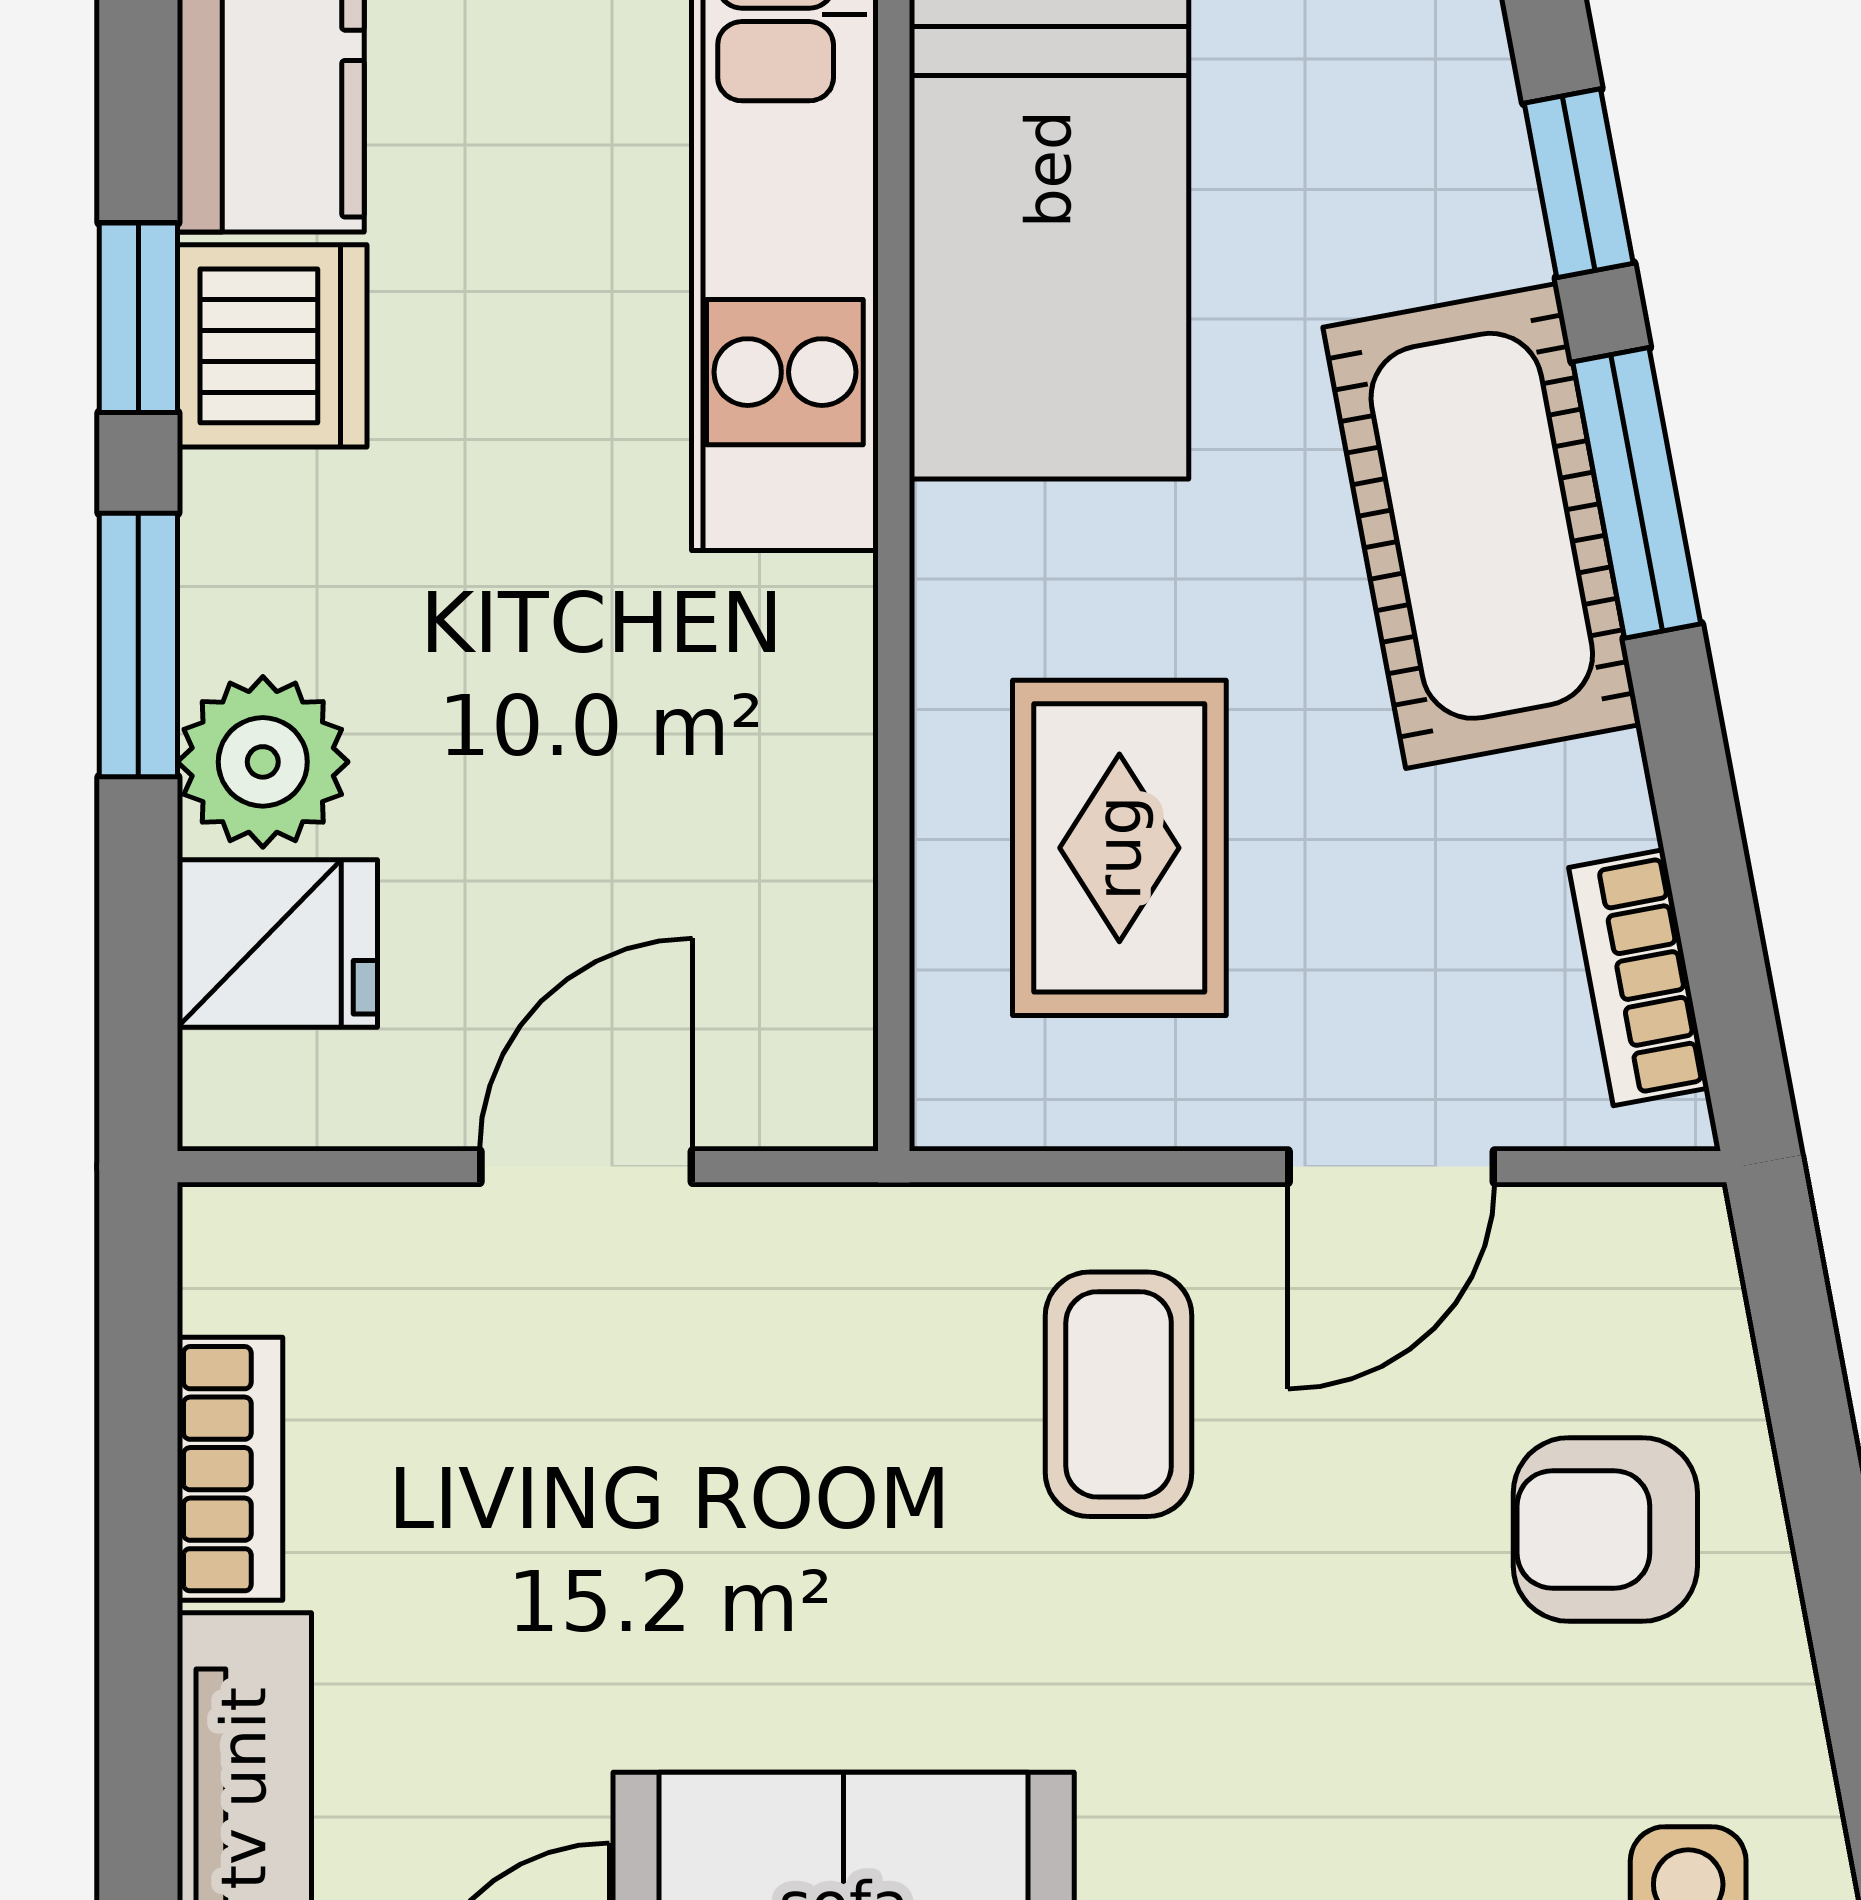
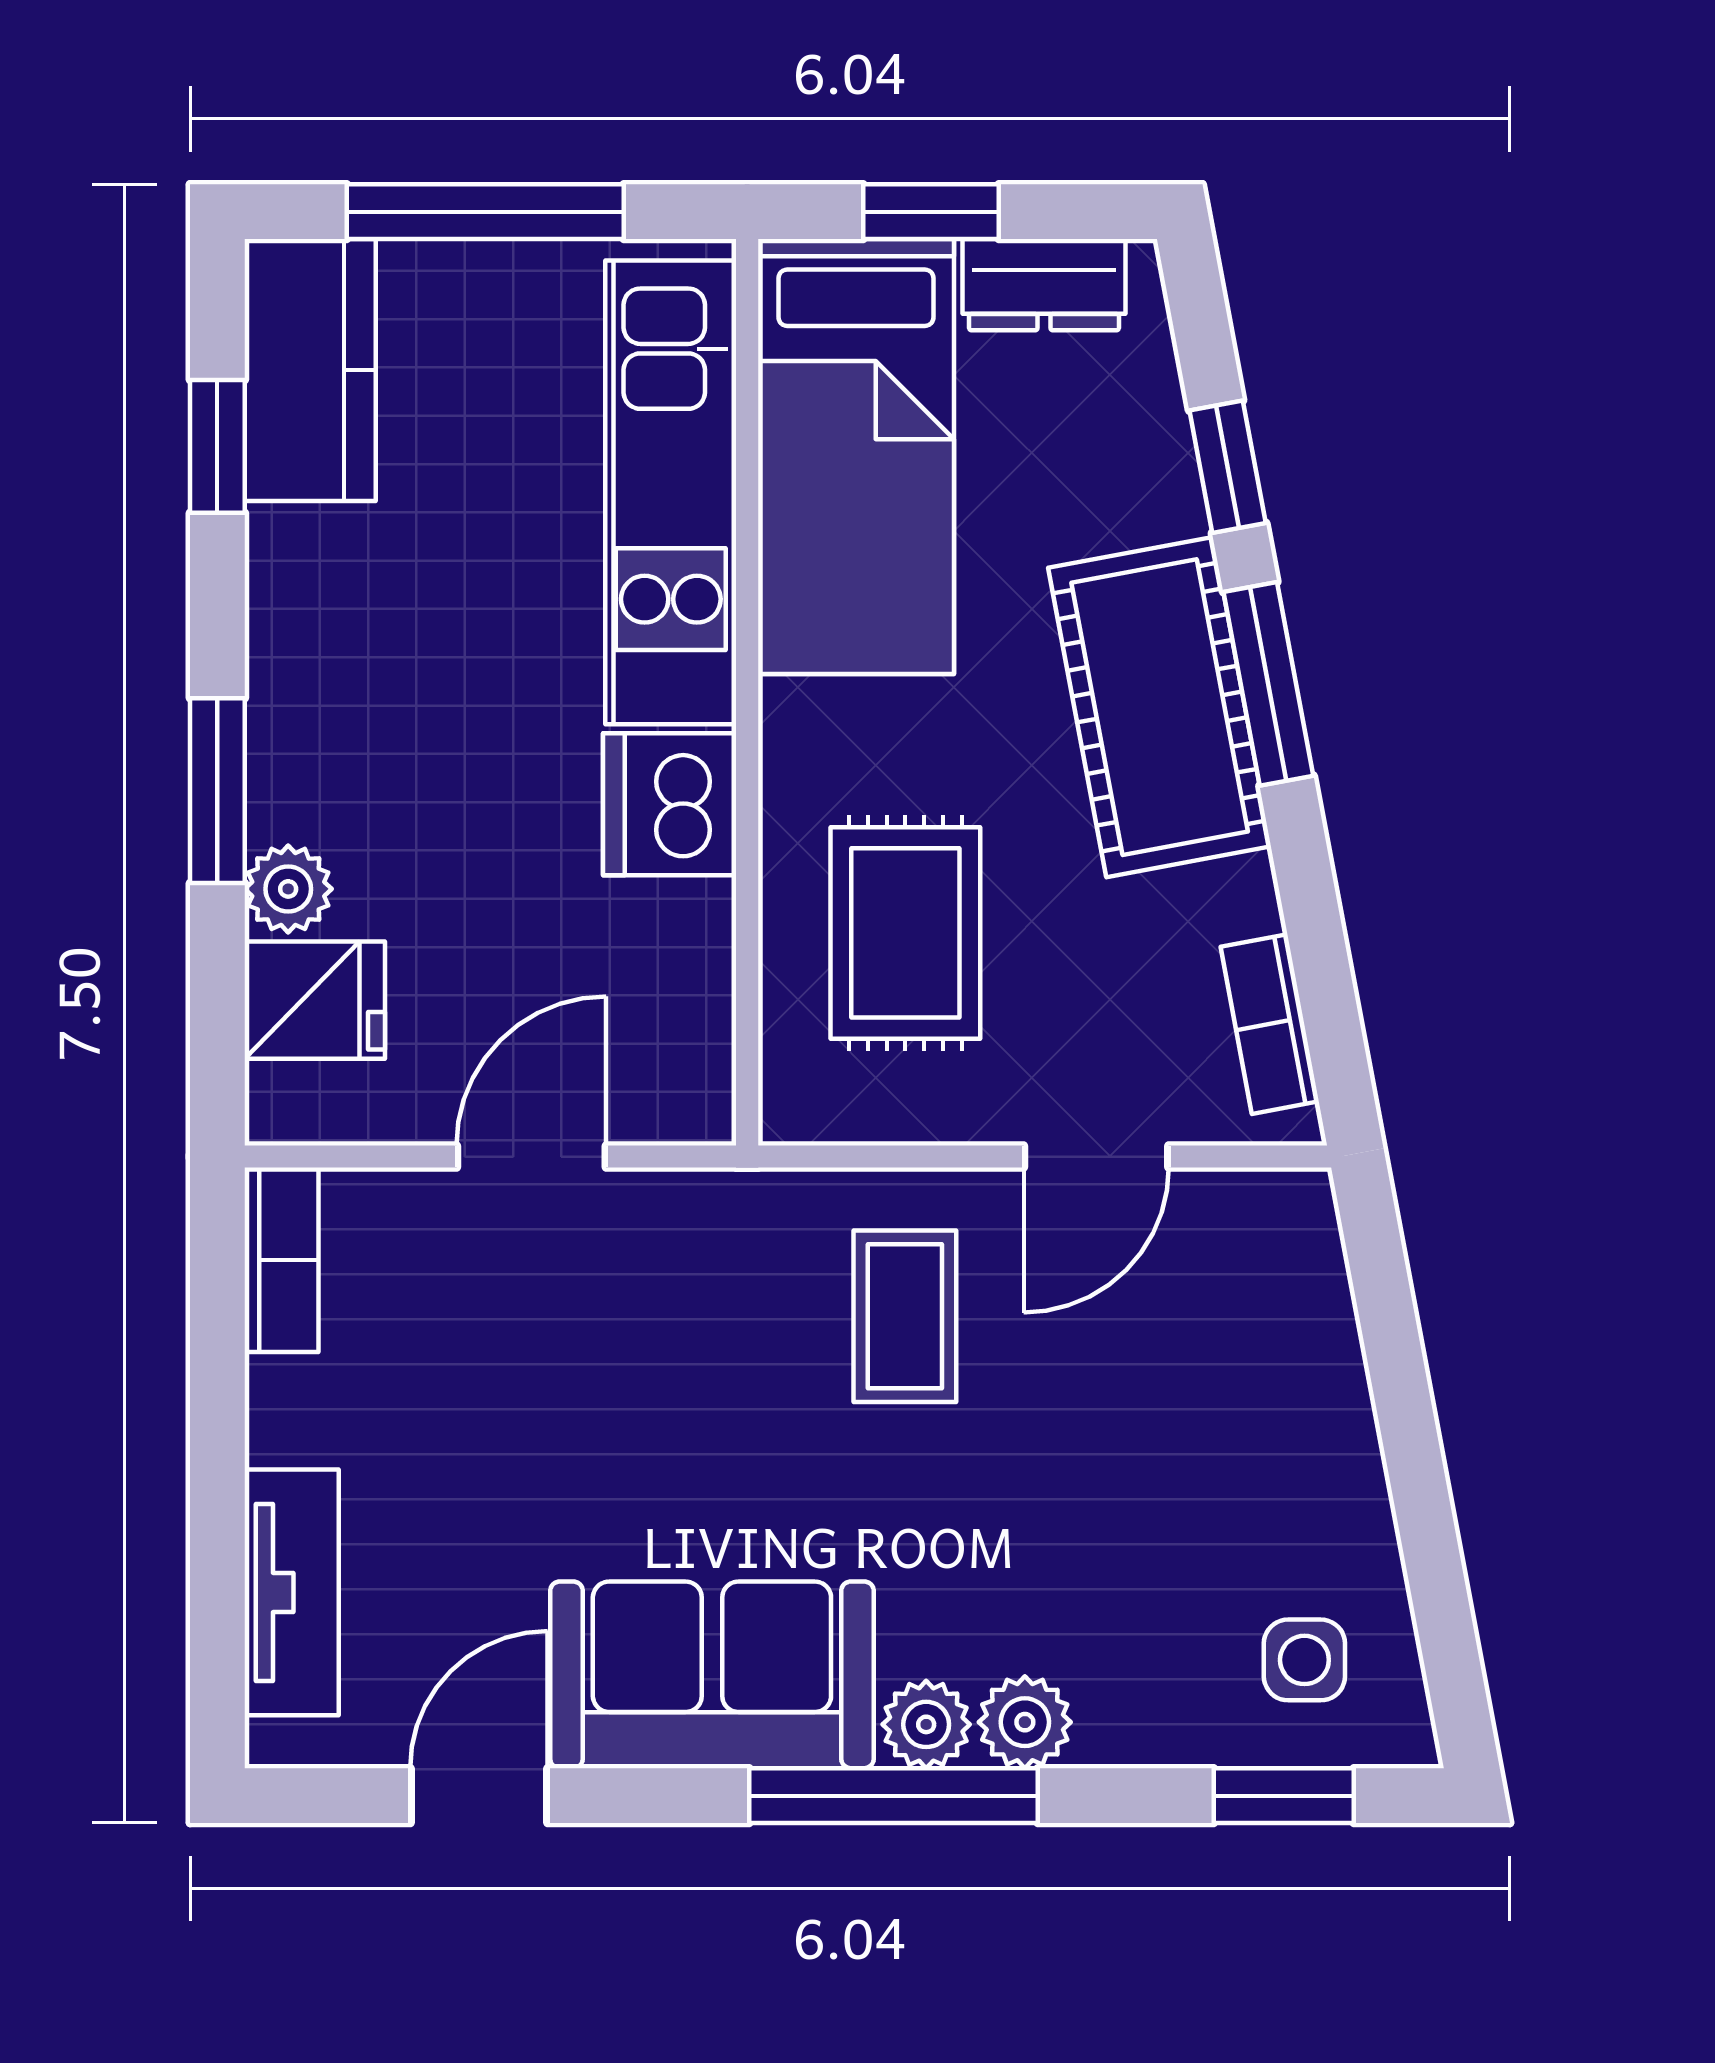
window: (138, 318) -> (217, 446), moved
dishwasher: (272, 346) -> (670, 804), moved, turned 180
plant: (263, 762) -> (288, 889), width x0.73, depth x0.73
bookcase: (230, 1469) -> (282, 1260), moved
armchair: (1605, 1529) -> (1246, 1411), removed

